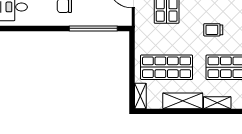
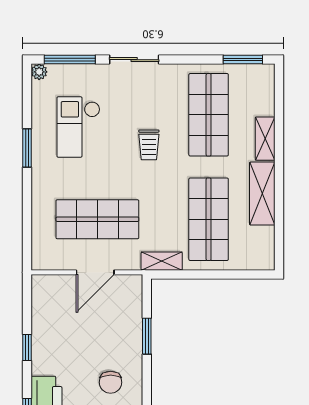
window: (93, 28) -> (147, 336), width x0.47
shelving: (140, 96) -> (162, 261), moved

